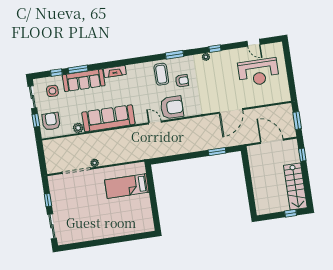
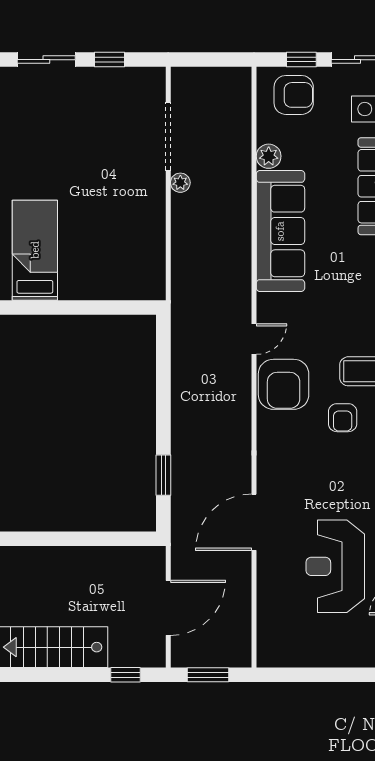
reception desk: (258, 72) -> (335, 566), moved
door: (231, 111) -> (254, 522), hinge flipped
bed: (127, 186) -> (35, 250), moved

